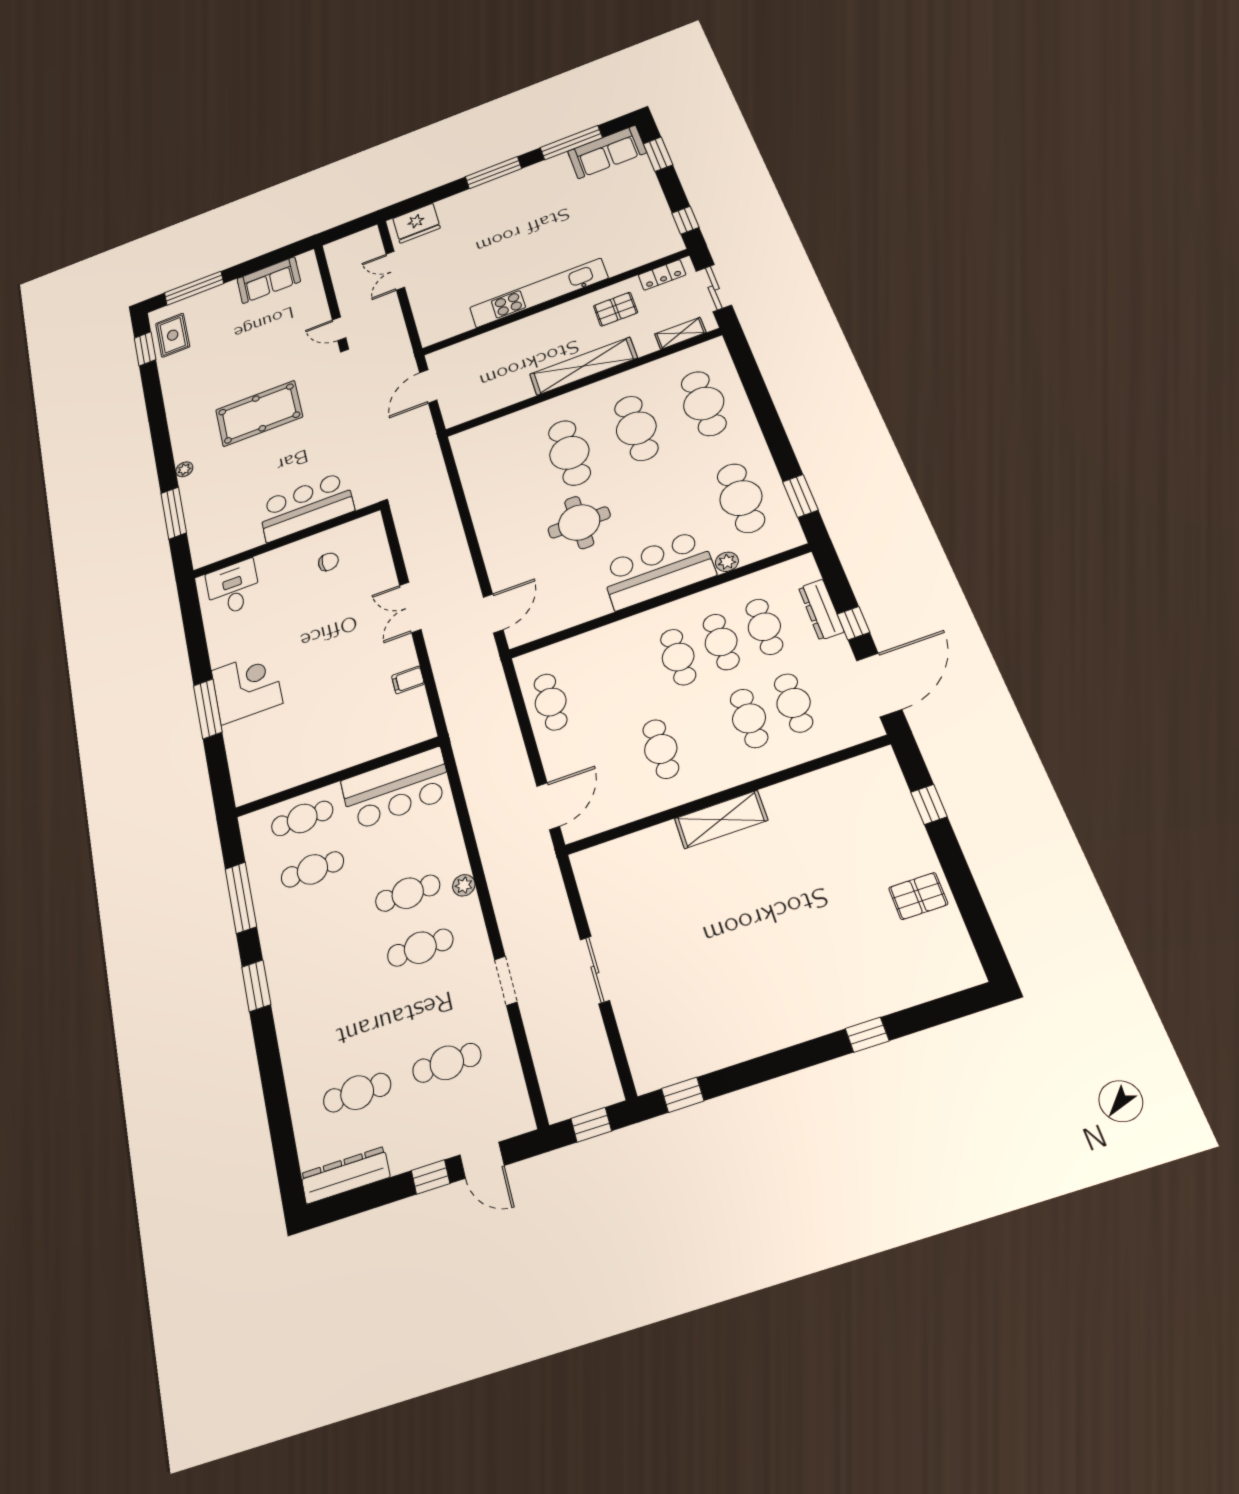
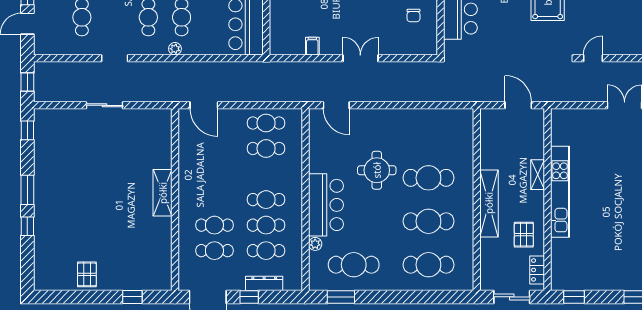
shelving: (680, 333) -> (538, 175), moved
cafe table: (661, 749) -> (266, 149), moved
window: (797, 1058) -> (27, 190), added

